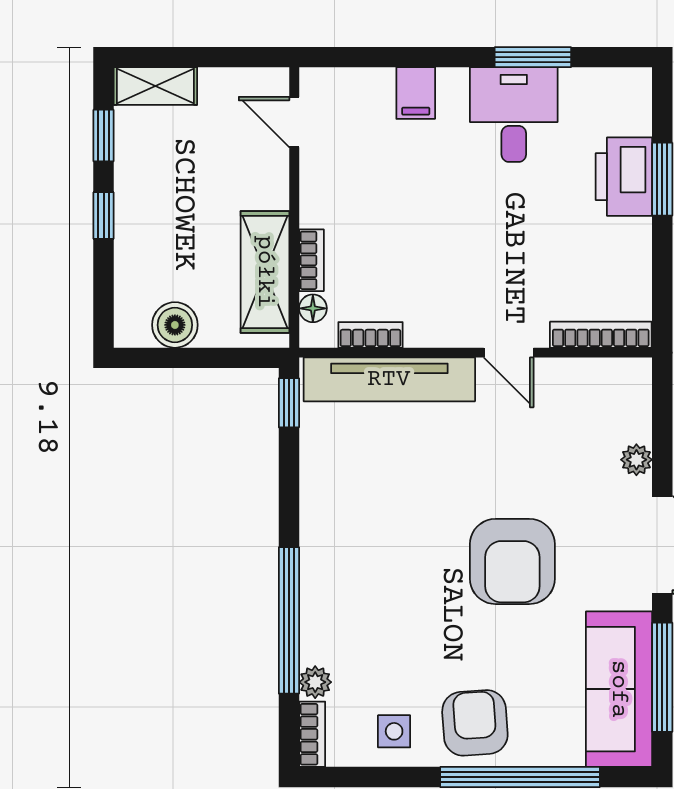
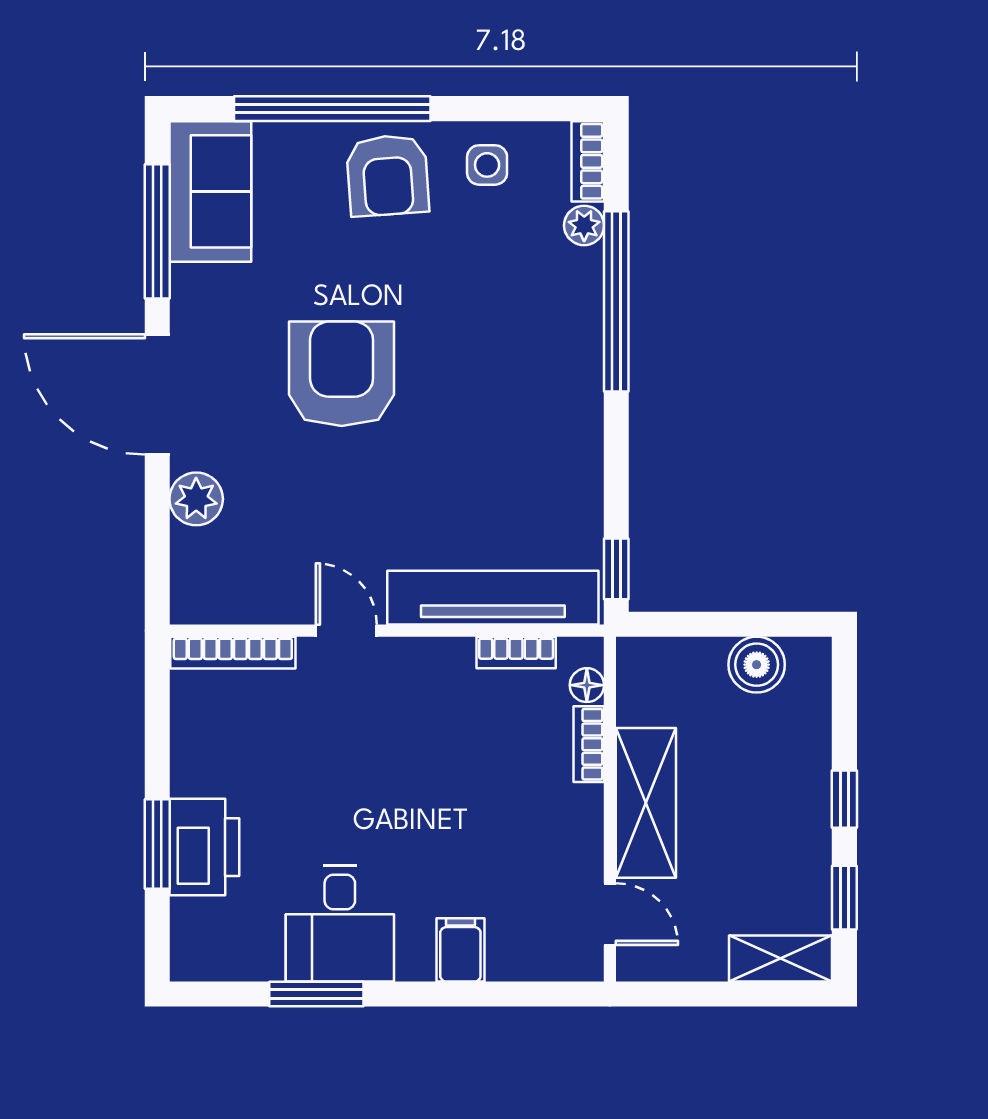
shelving: (265, 272) -> (646, 803), moved
plant: (636, 460) -> (196, 499), width x1.38, depth x1.38
sofa: (619, 689) -> (210, 191), width x0.73

